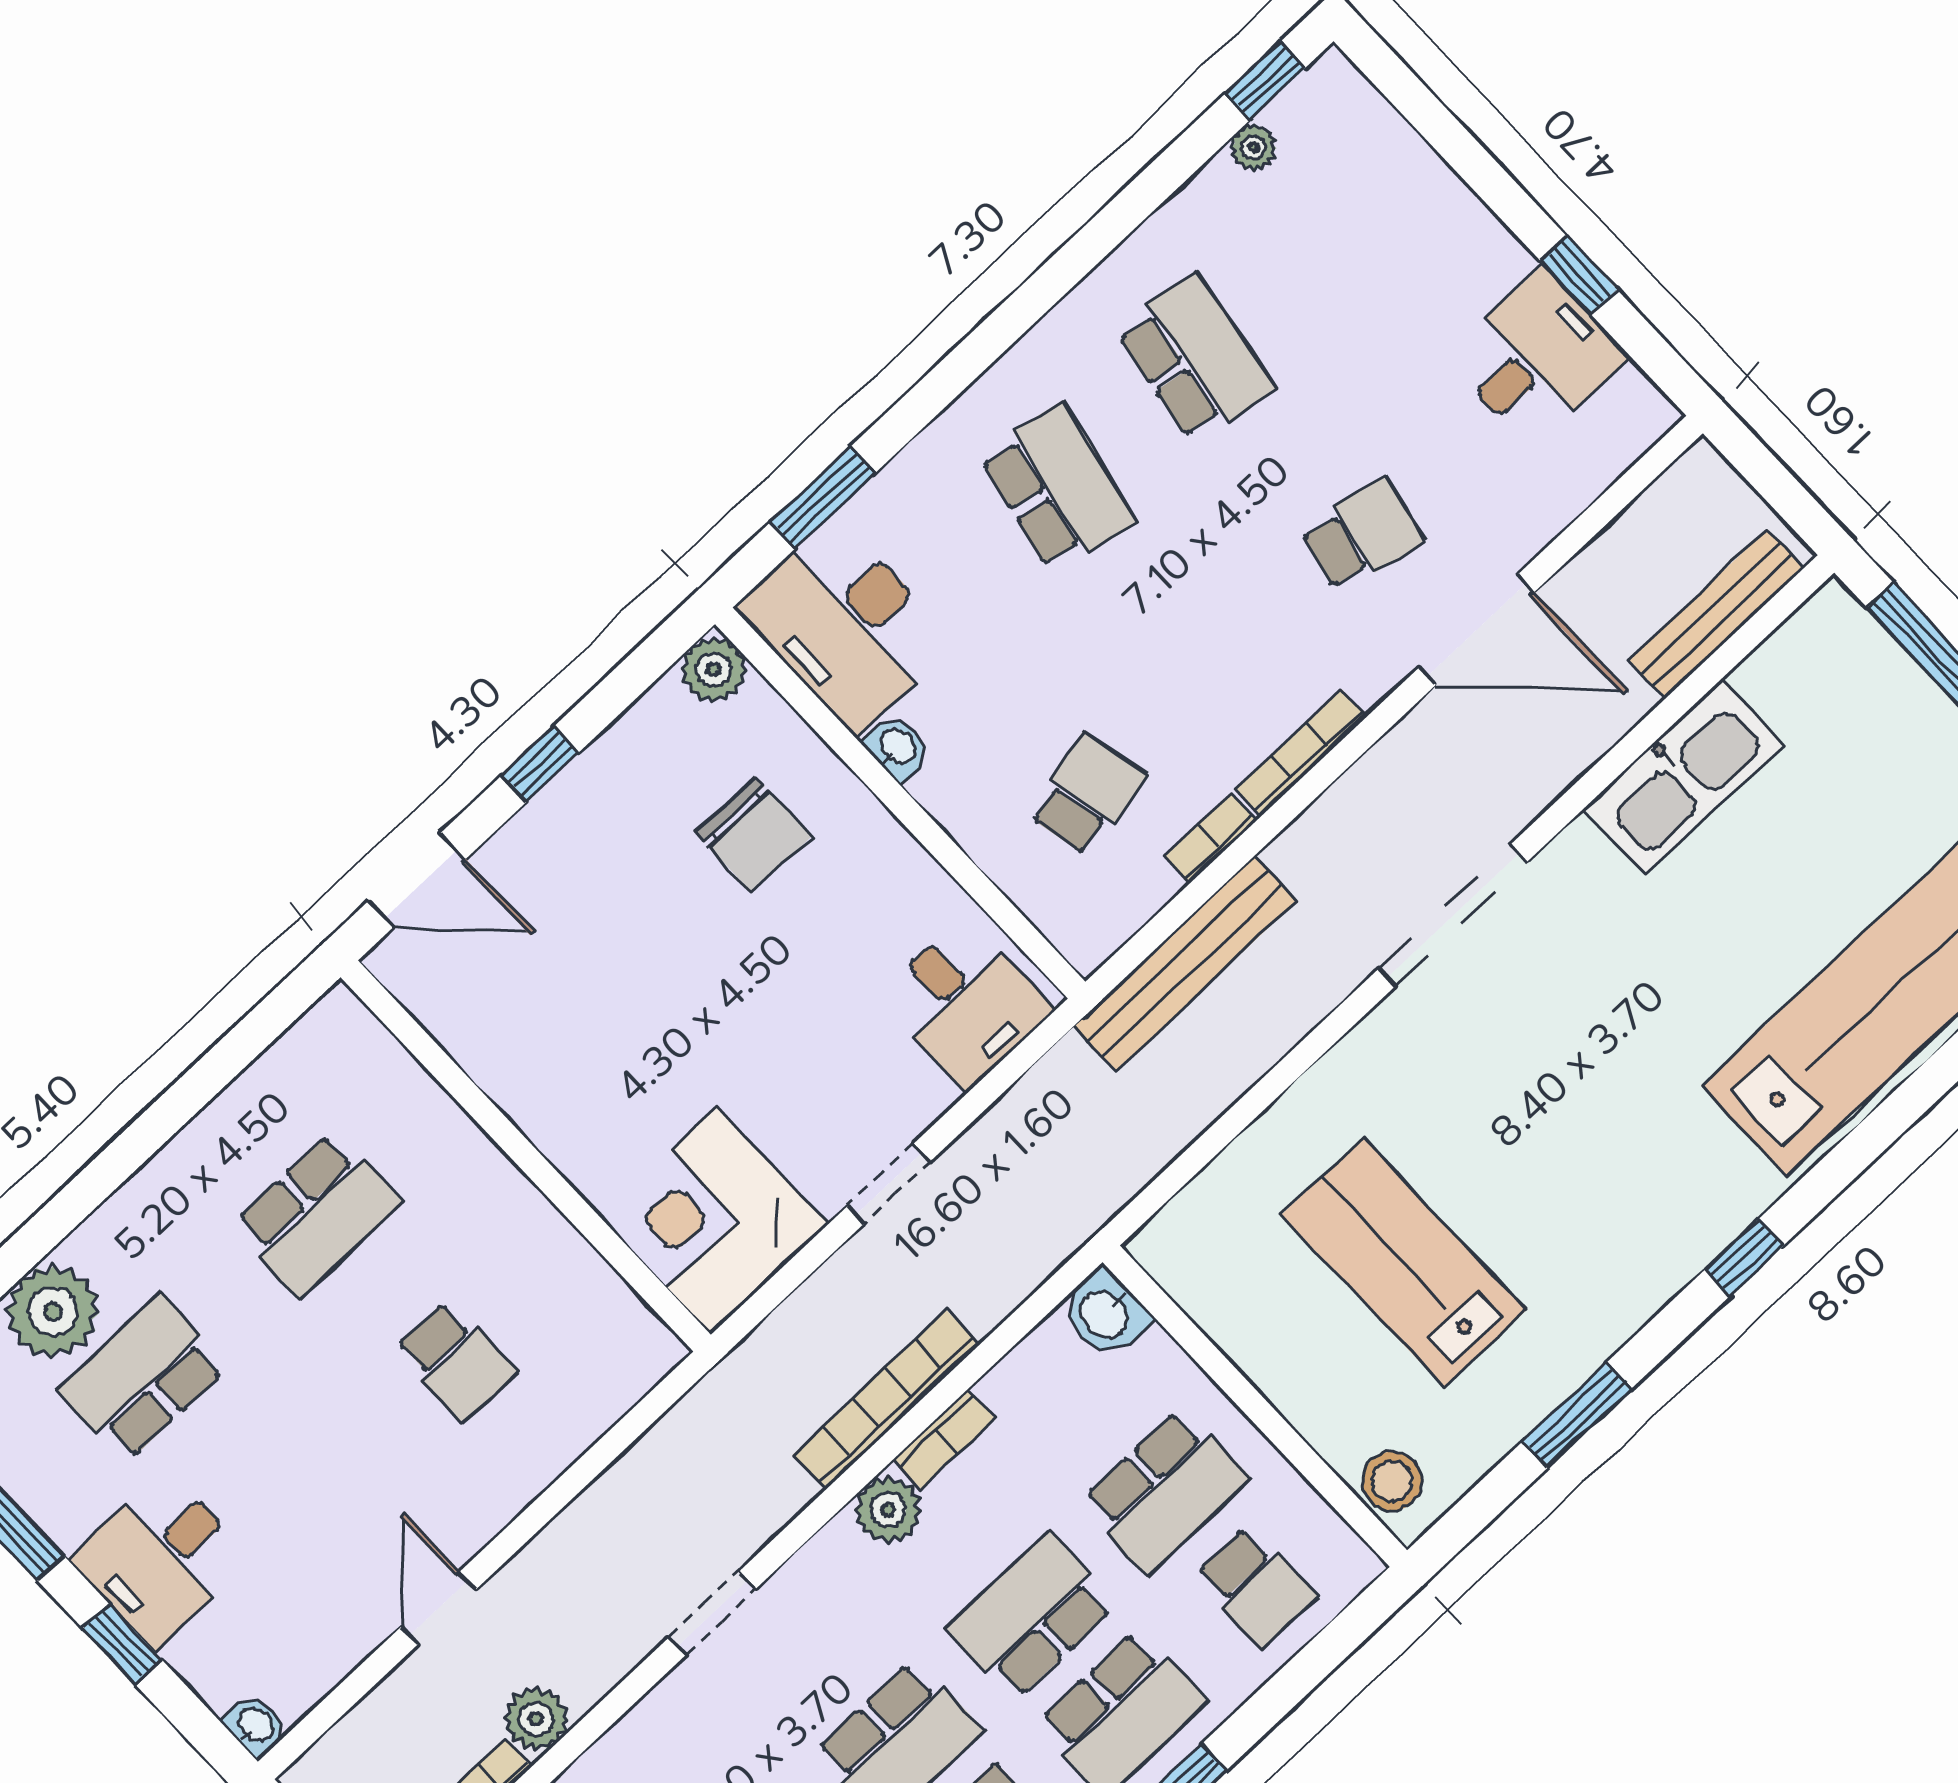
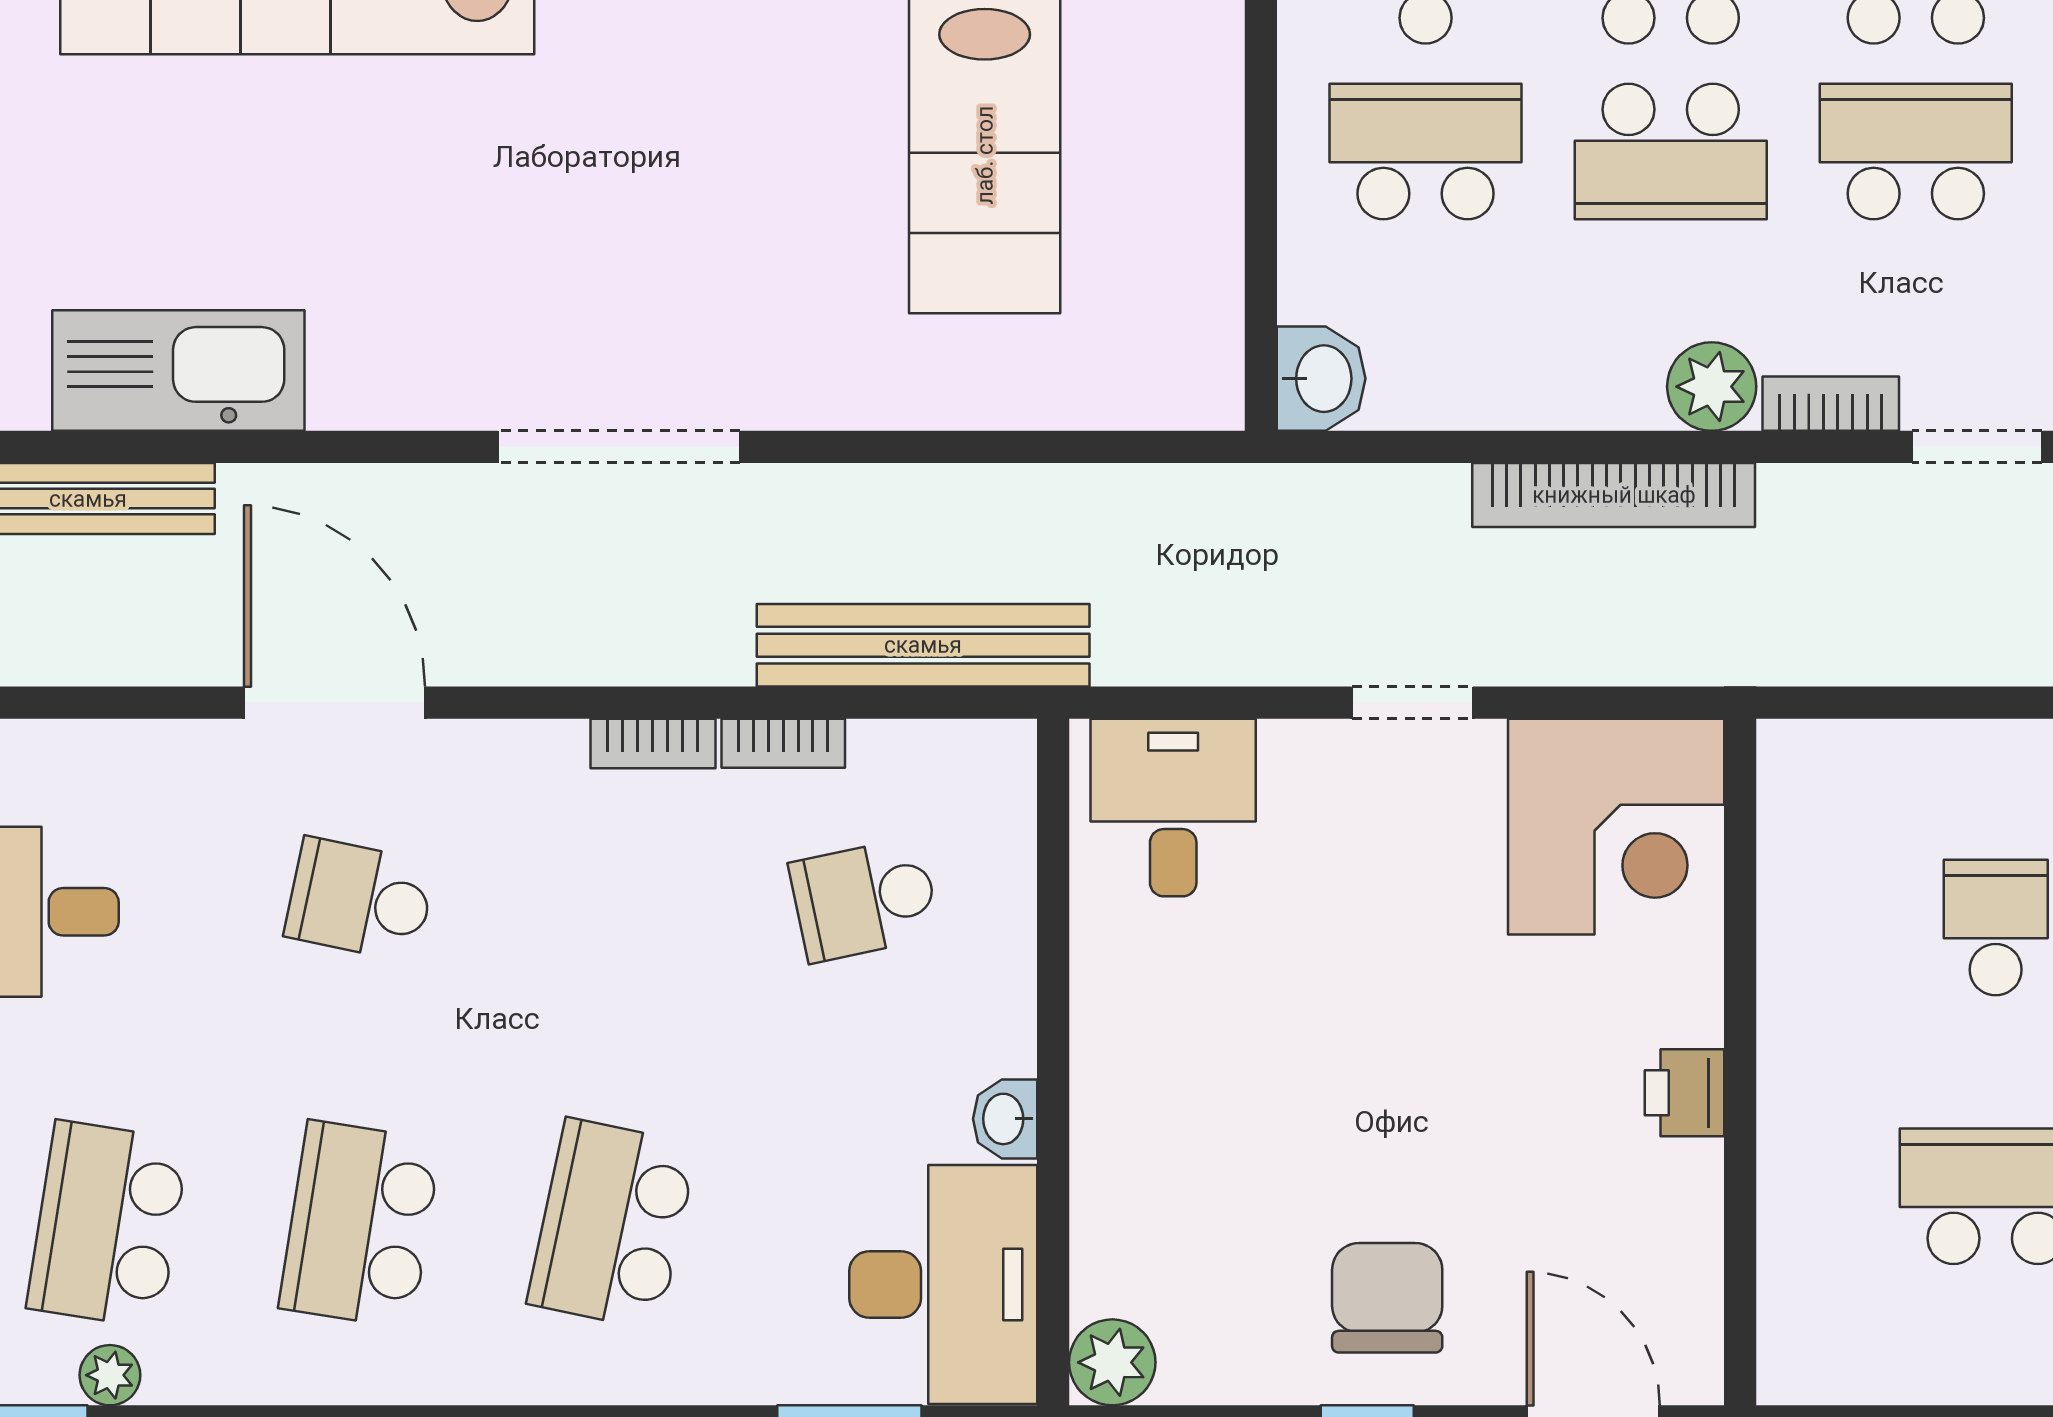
school desk: (1332, 229) -> (108, 1224), added
bookcase: (1301, 753) -> (653, 743), width x0.64
kitchen sink: (1684, 776) -> (178, 371), moved
chair: (754, 834) -> (1387, 1298), moved
printer: (540, 1111) -> (1684, 1093), added
bookcase: (944, 1439) -> (1831, 404), moved

